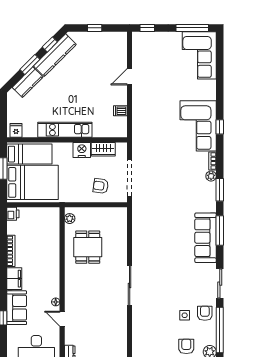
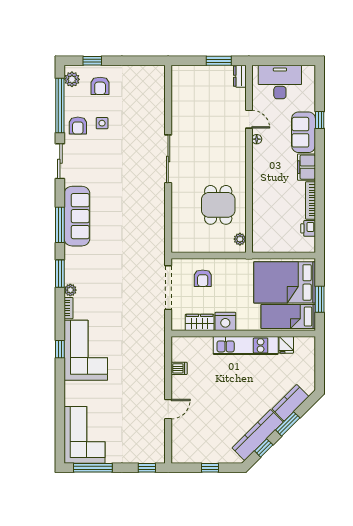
fridge: (16, 130) -> (286, 345), moved
armchair: (101, 186) -> (203, 278), turned 82
printer: (13, 214) -> (308, 228), moved

